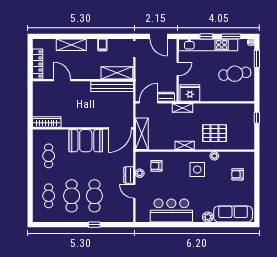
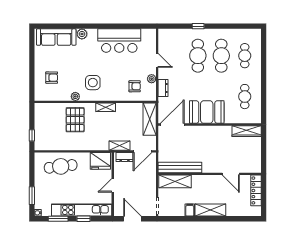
shelving: (71, 45) -> (210, 210), moved
cafe table: (235, 74) -> (61, 166), moved
shelving: (183, 108) -> (120, 146), moved
pallet: (215, 133) -> (75, 120), turned 90
dresser: (129, 175) -> (163, 88), moved

